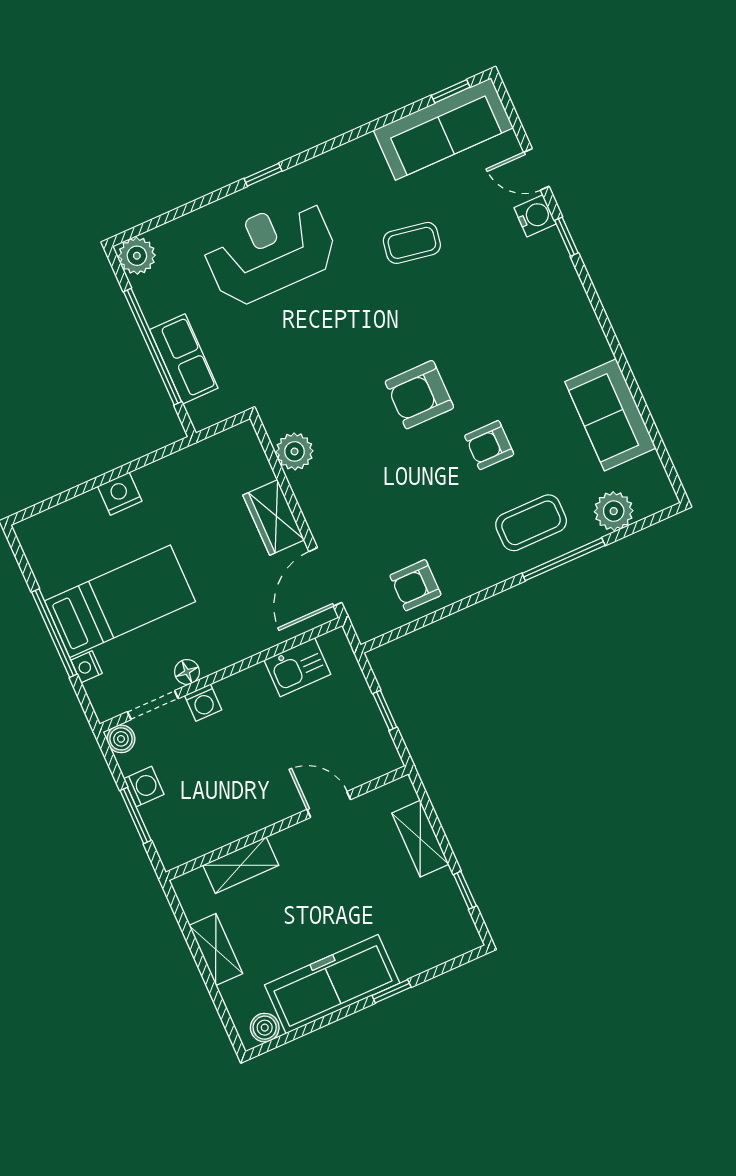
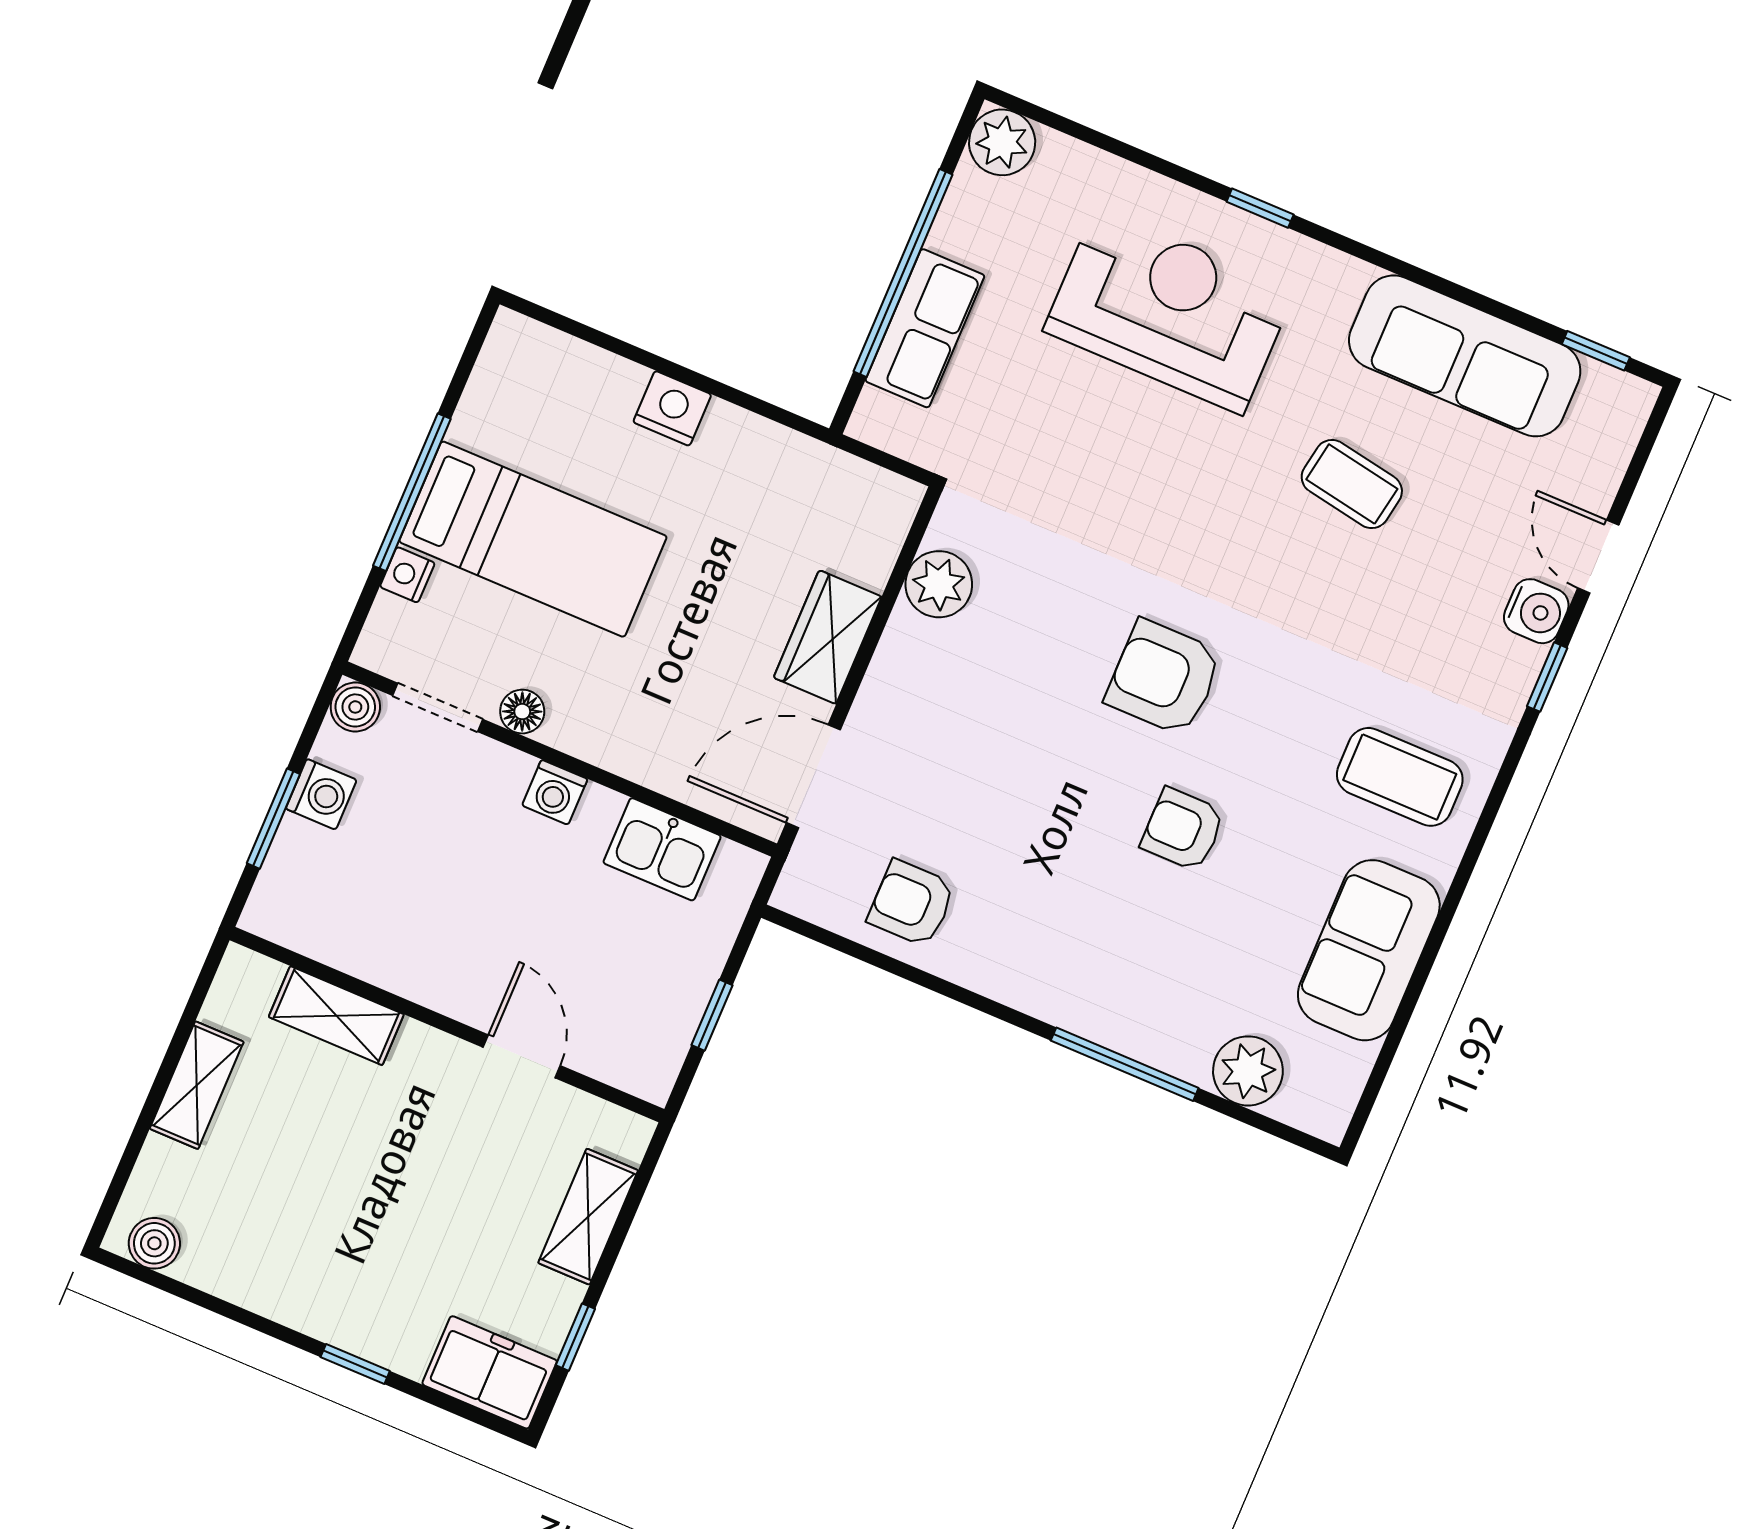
sofa: (443, 129) -> (1465, 356), moved
coffee table: (531, 523) -> (1400, 777), moved
washing machine: (203, 703) -> (555, 792), moved
freezer: (332, 984) -> (490, 1372), moved, width x0.52, depth x0.79

